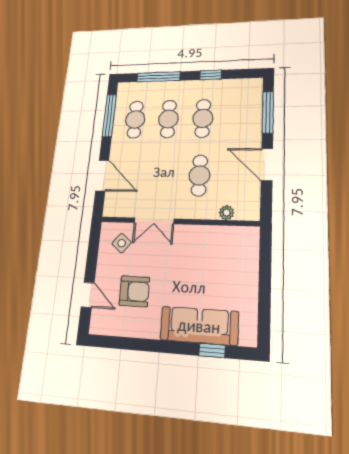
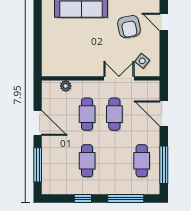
cafe table: (168, 119) -> (114, 114), moved
armchair: (134, 291) -> (129, 27), turned -101

